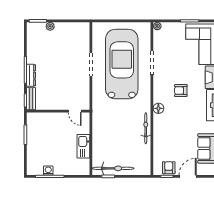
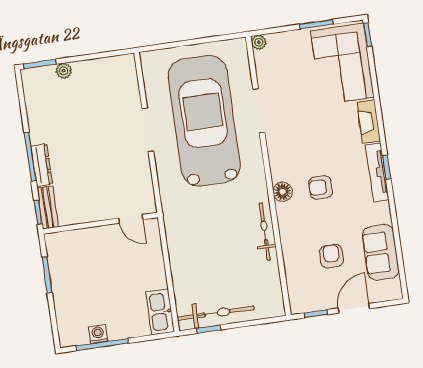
armchair: (181, 91) -> (320, 187), moved
kitchen sink: (83, 146) -> (160, 312), moved
armchair: (169, 168) -> (331, 256), moved

